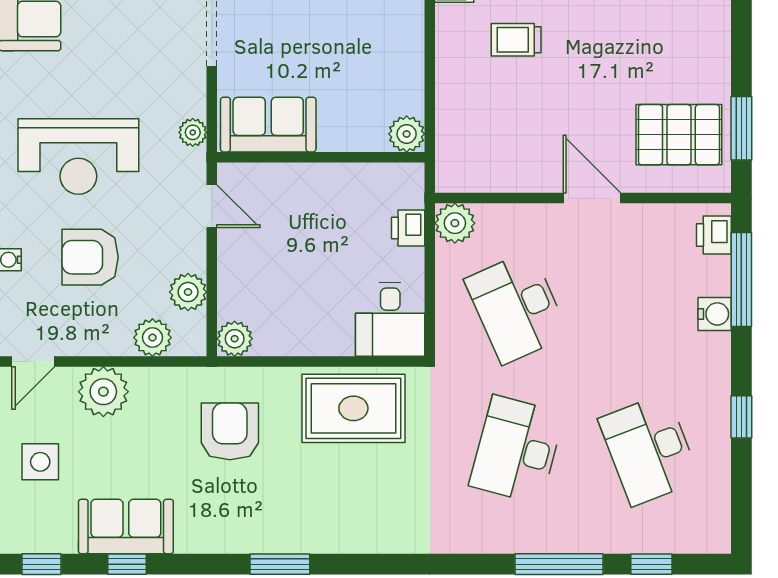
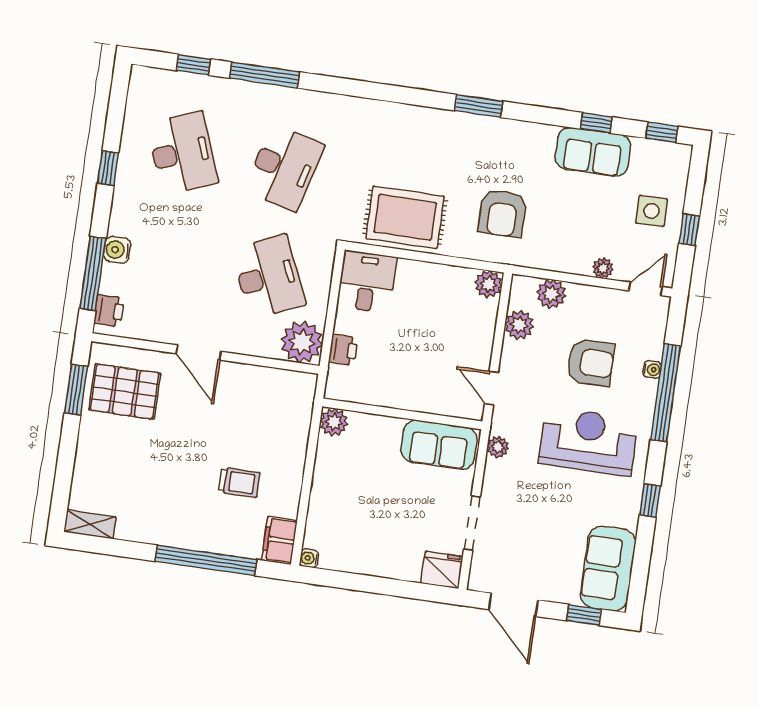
plant: (455, 223) -> (302, 342), width x1.36, depth x1.36
plant: (103, 392) -> (603, 268), width x0.53, depth x0.53

